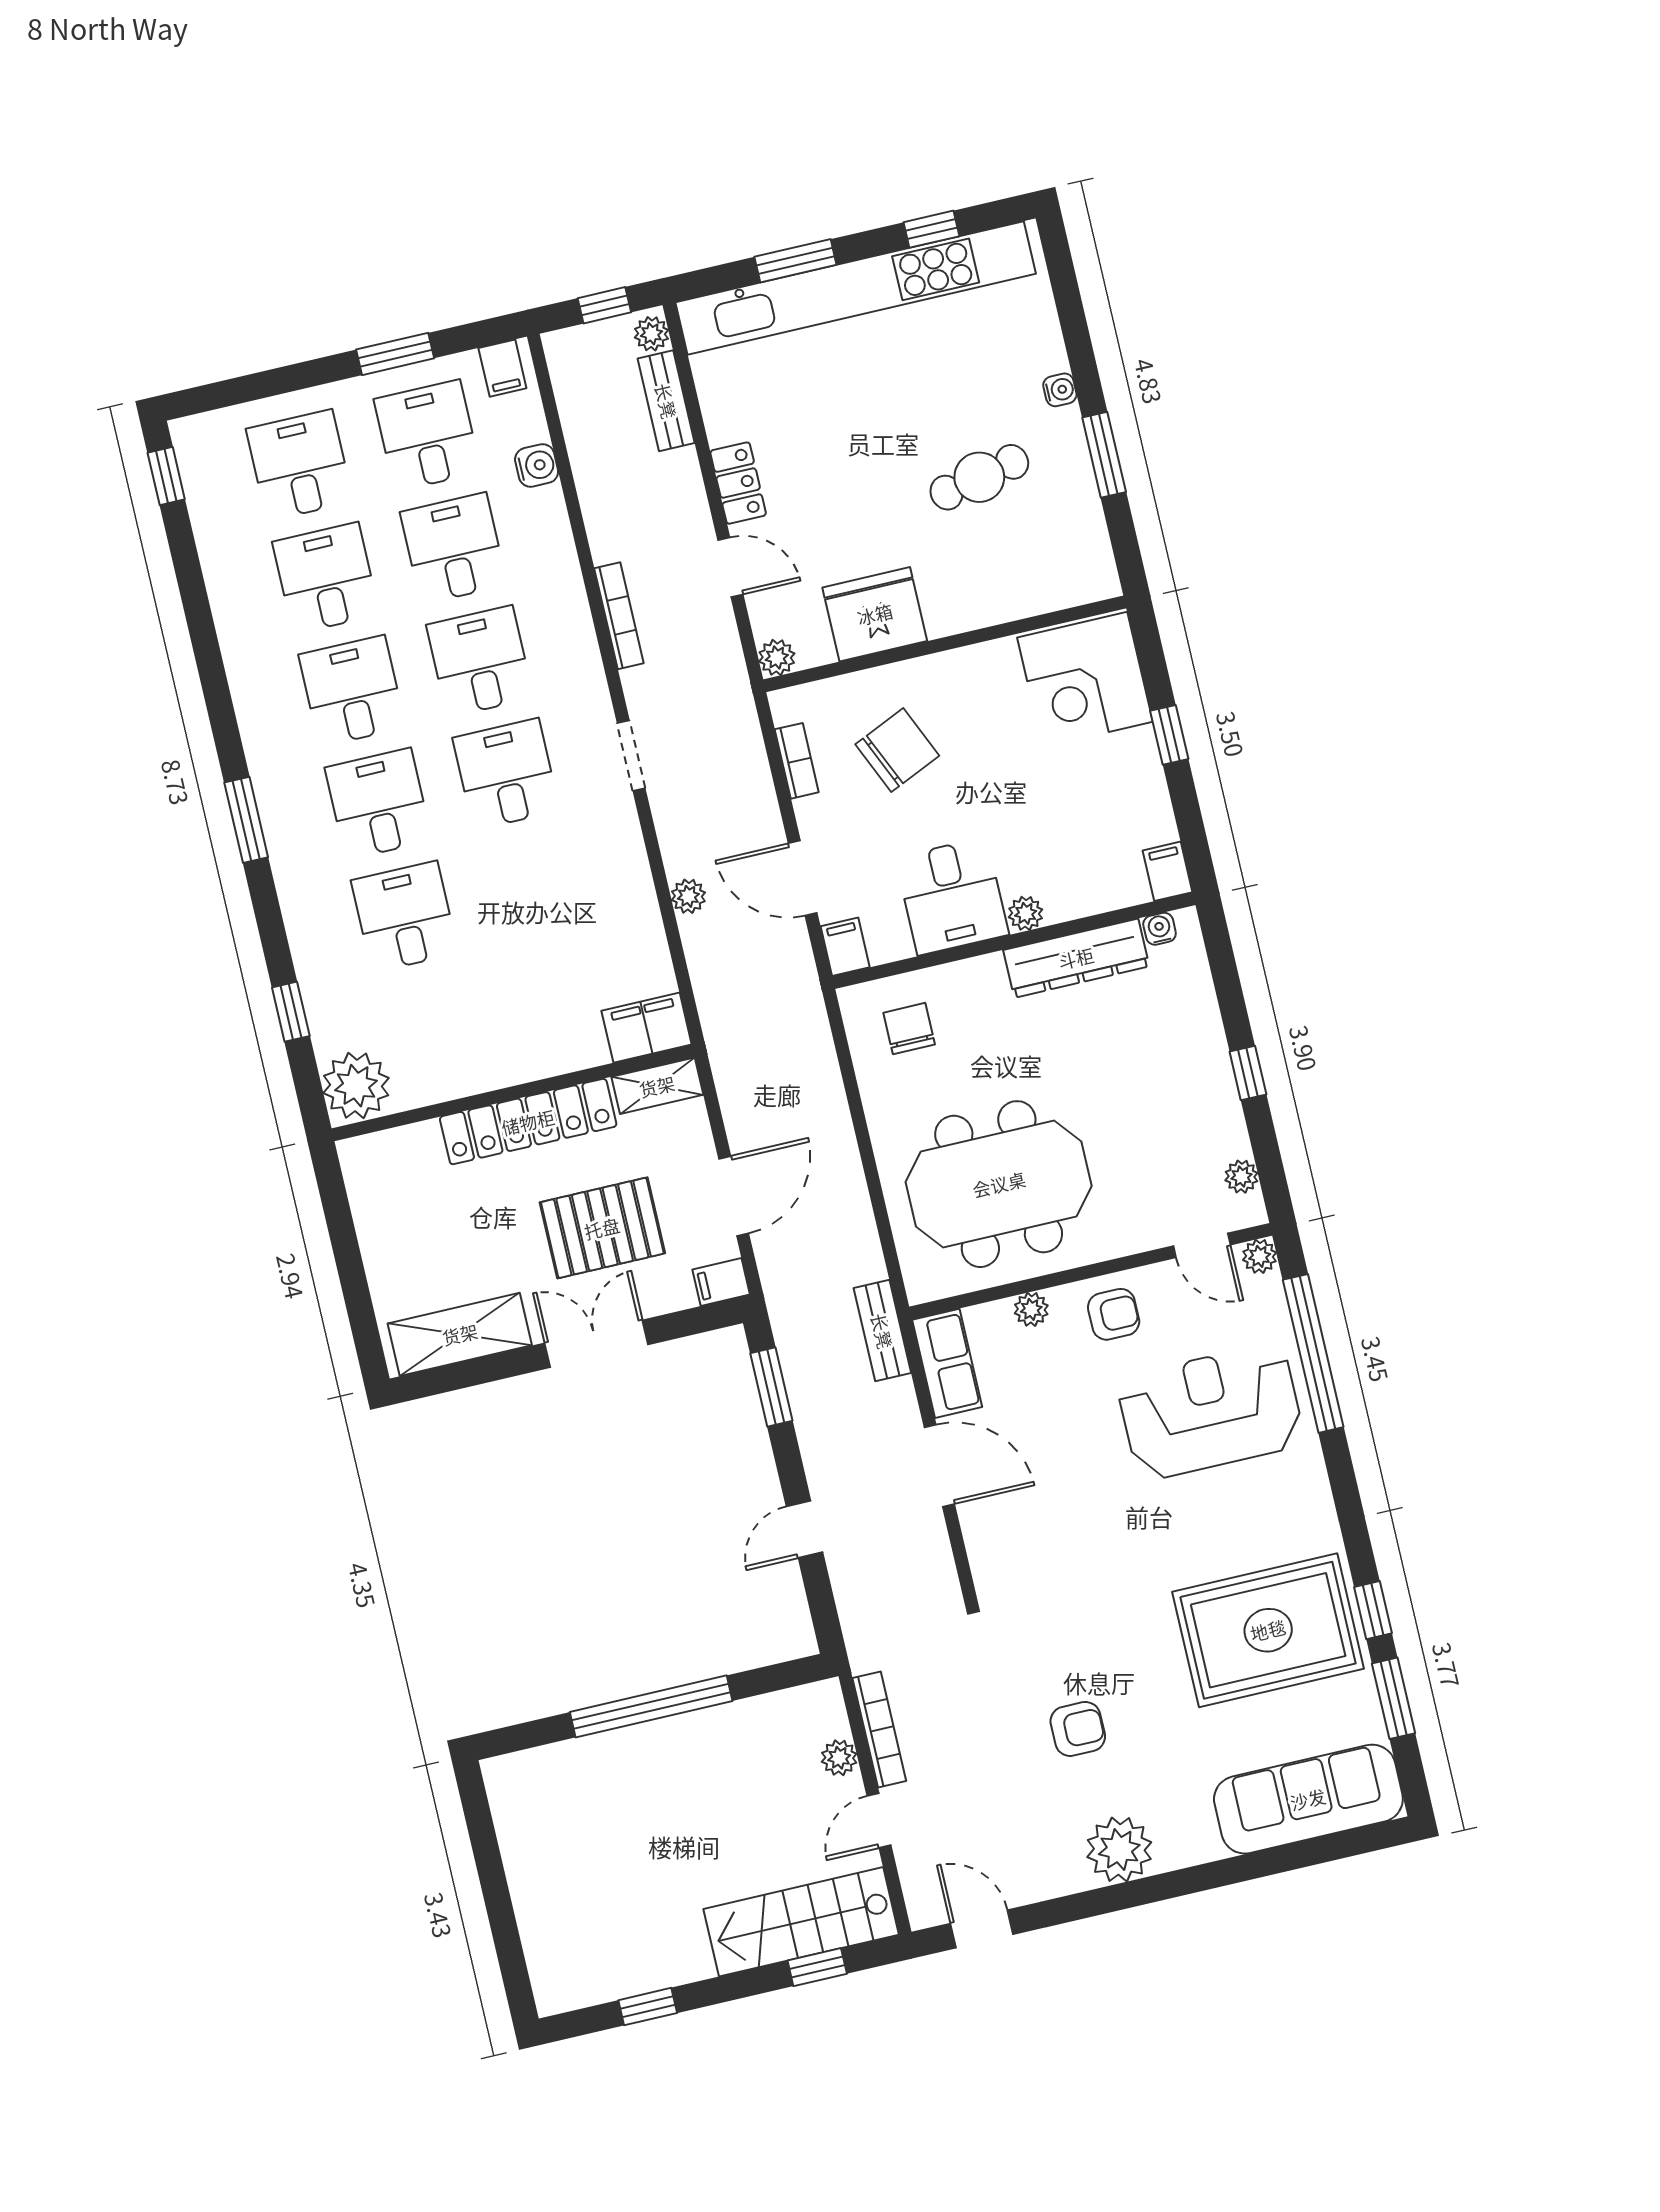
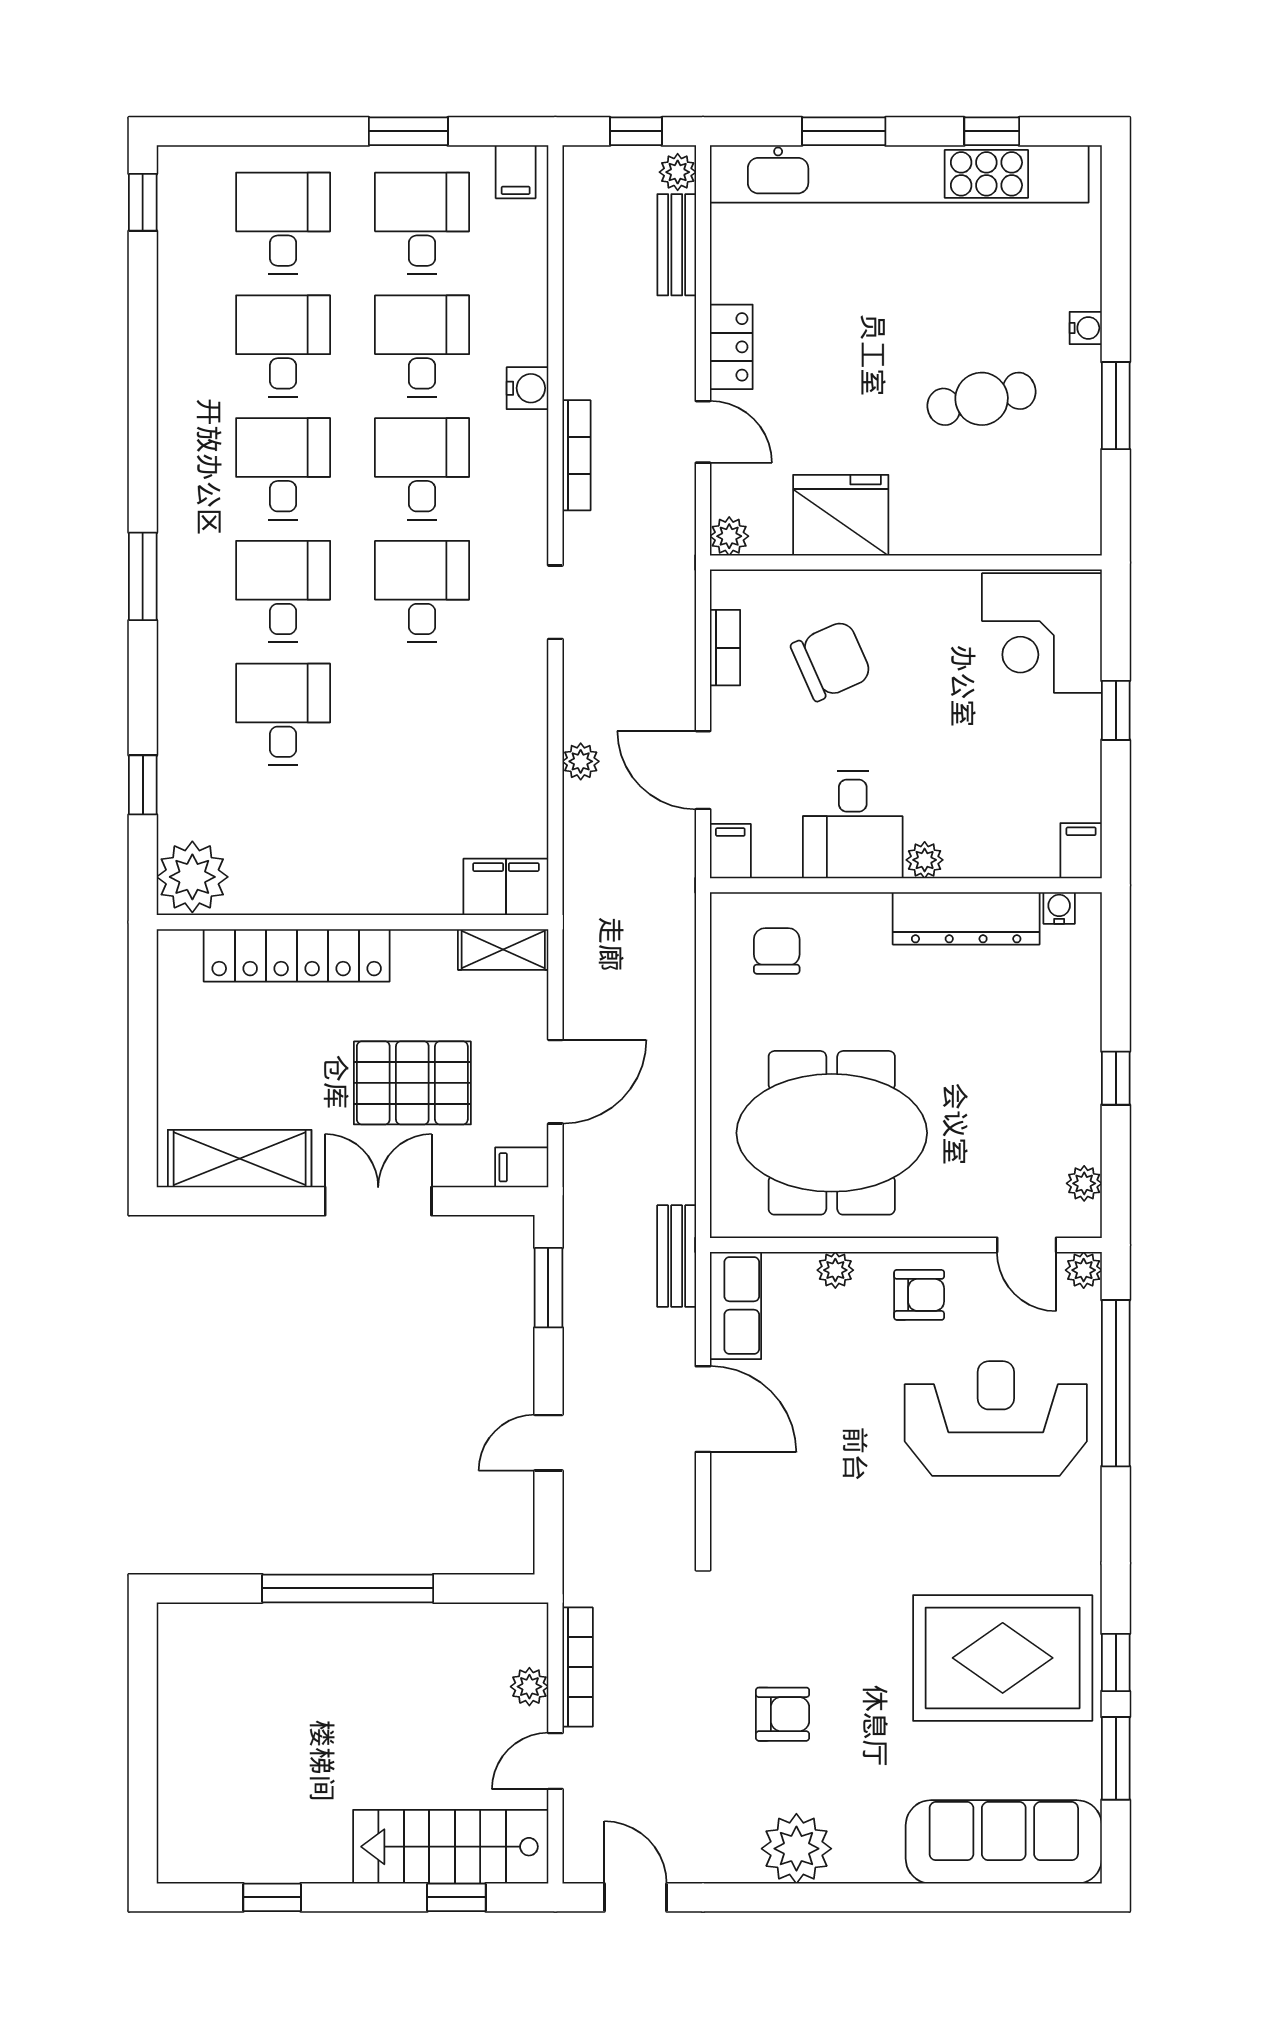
water cooler: (537, 465) -> (528, 388), moved
locker: (528, 1122) -> (297, 955), moved

